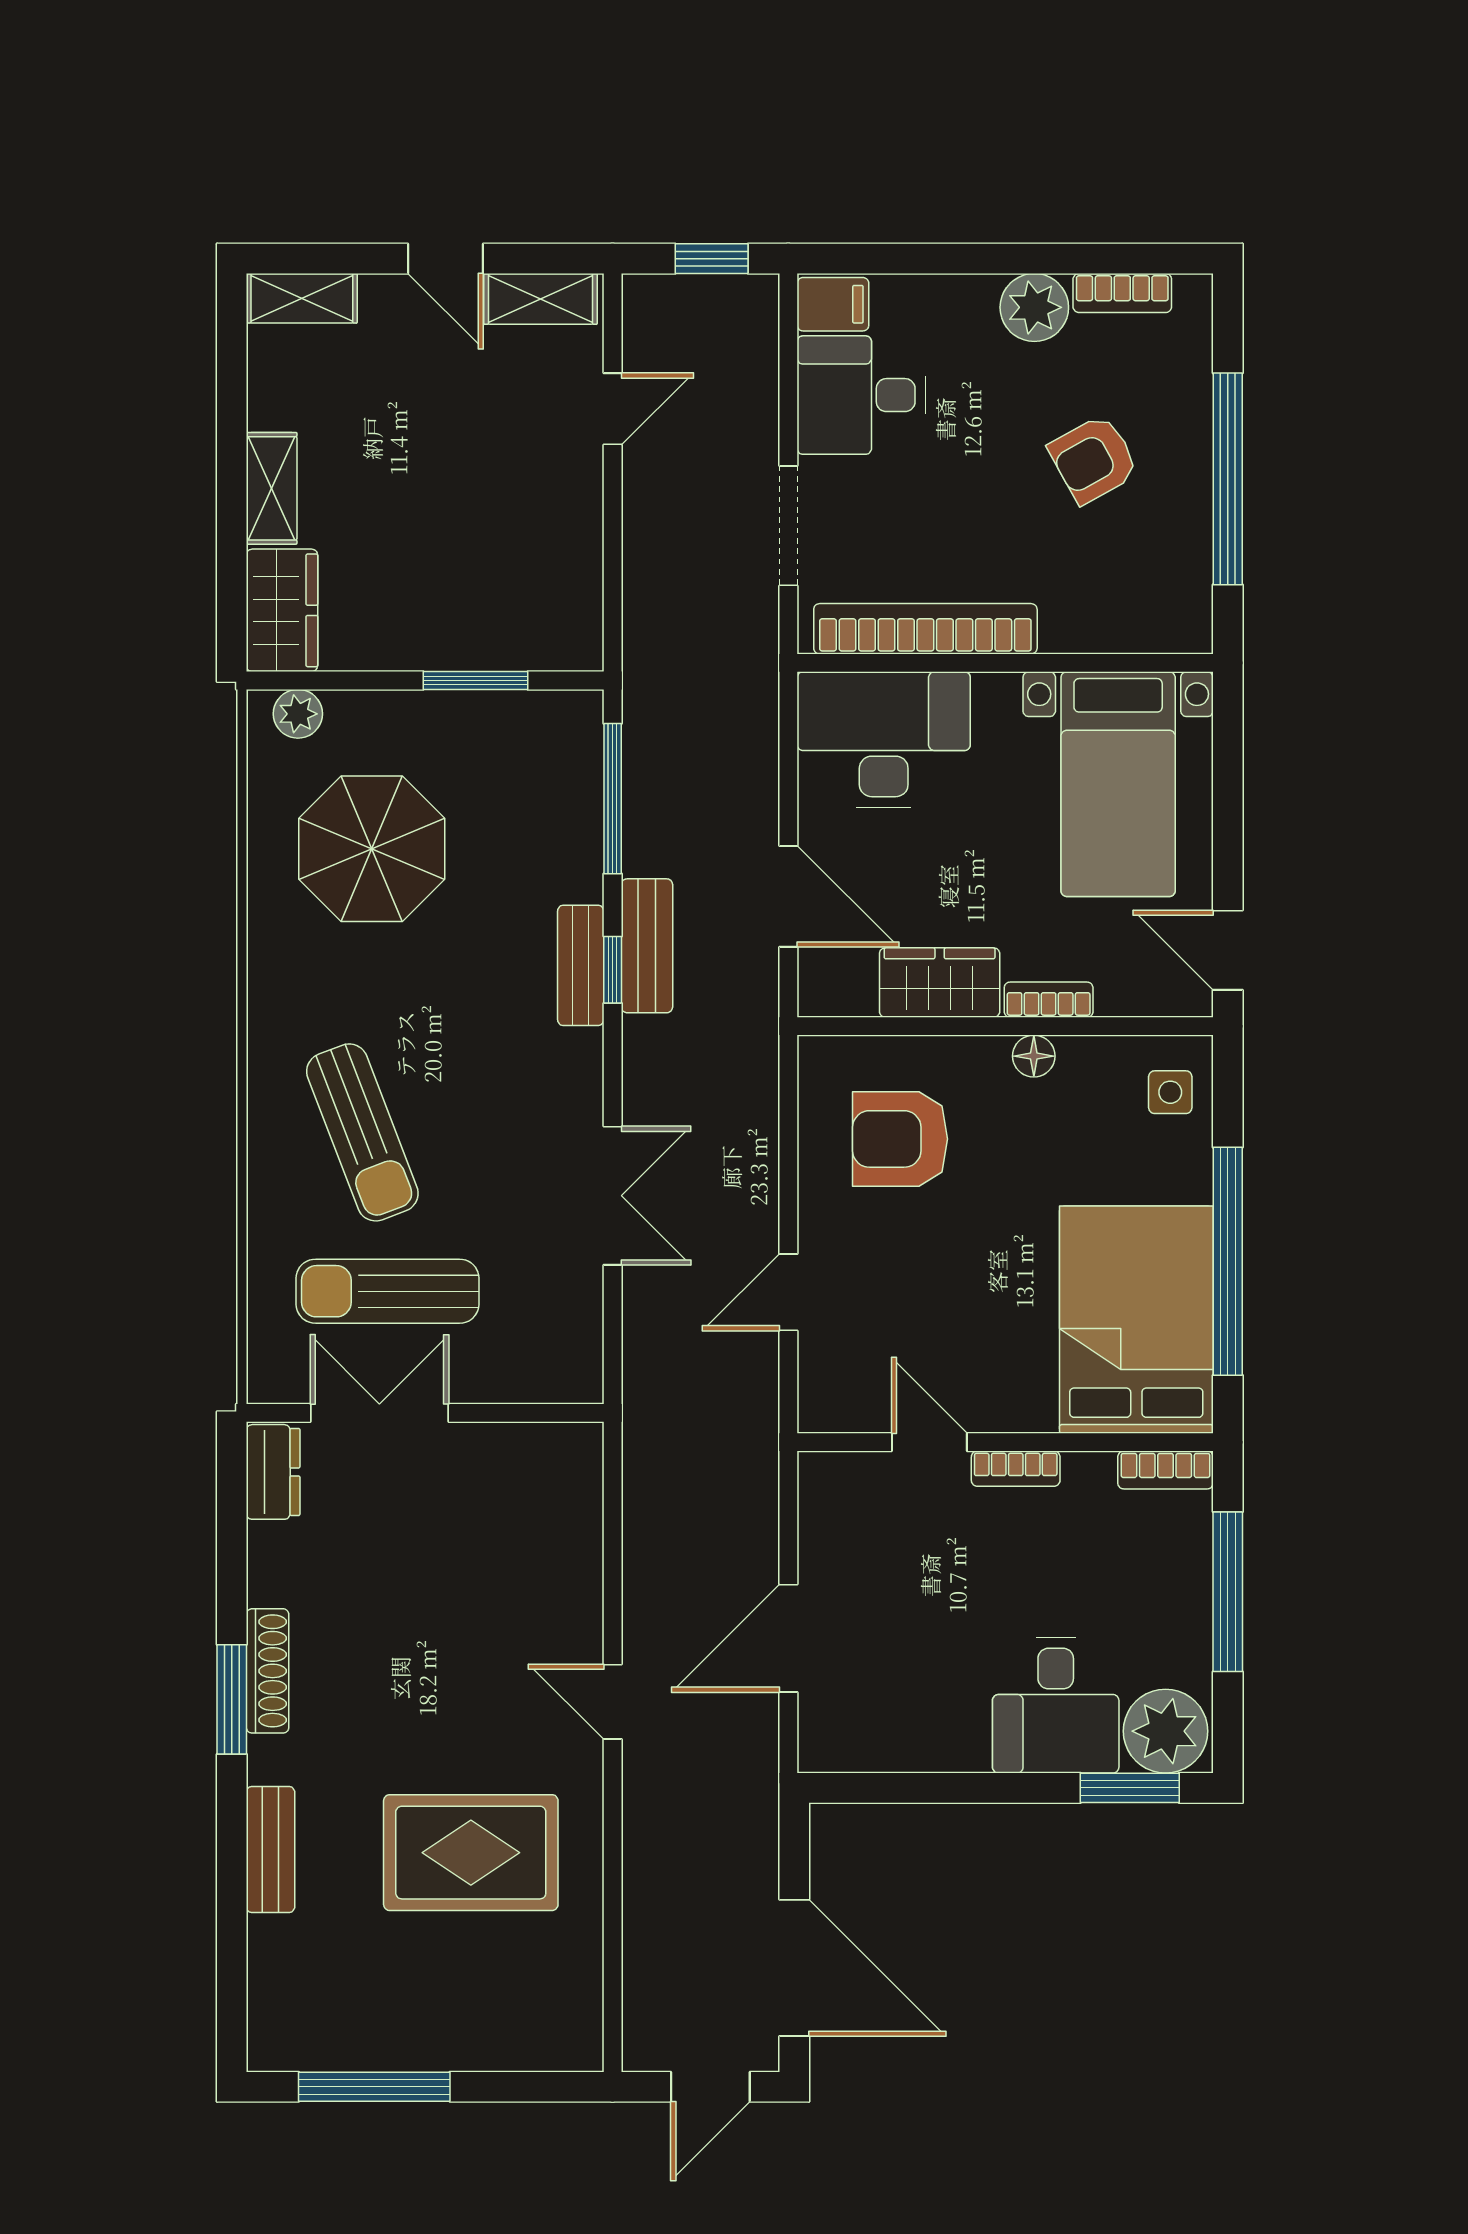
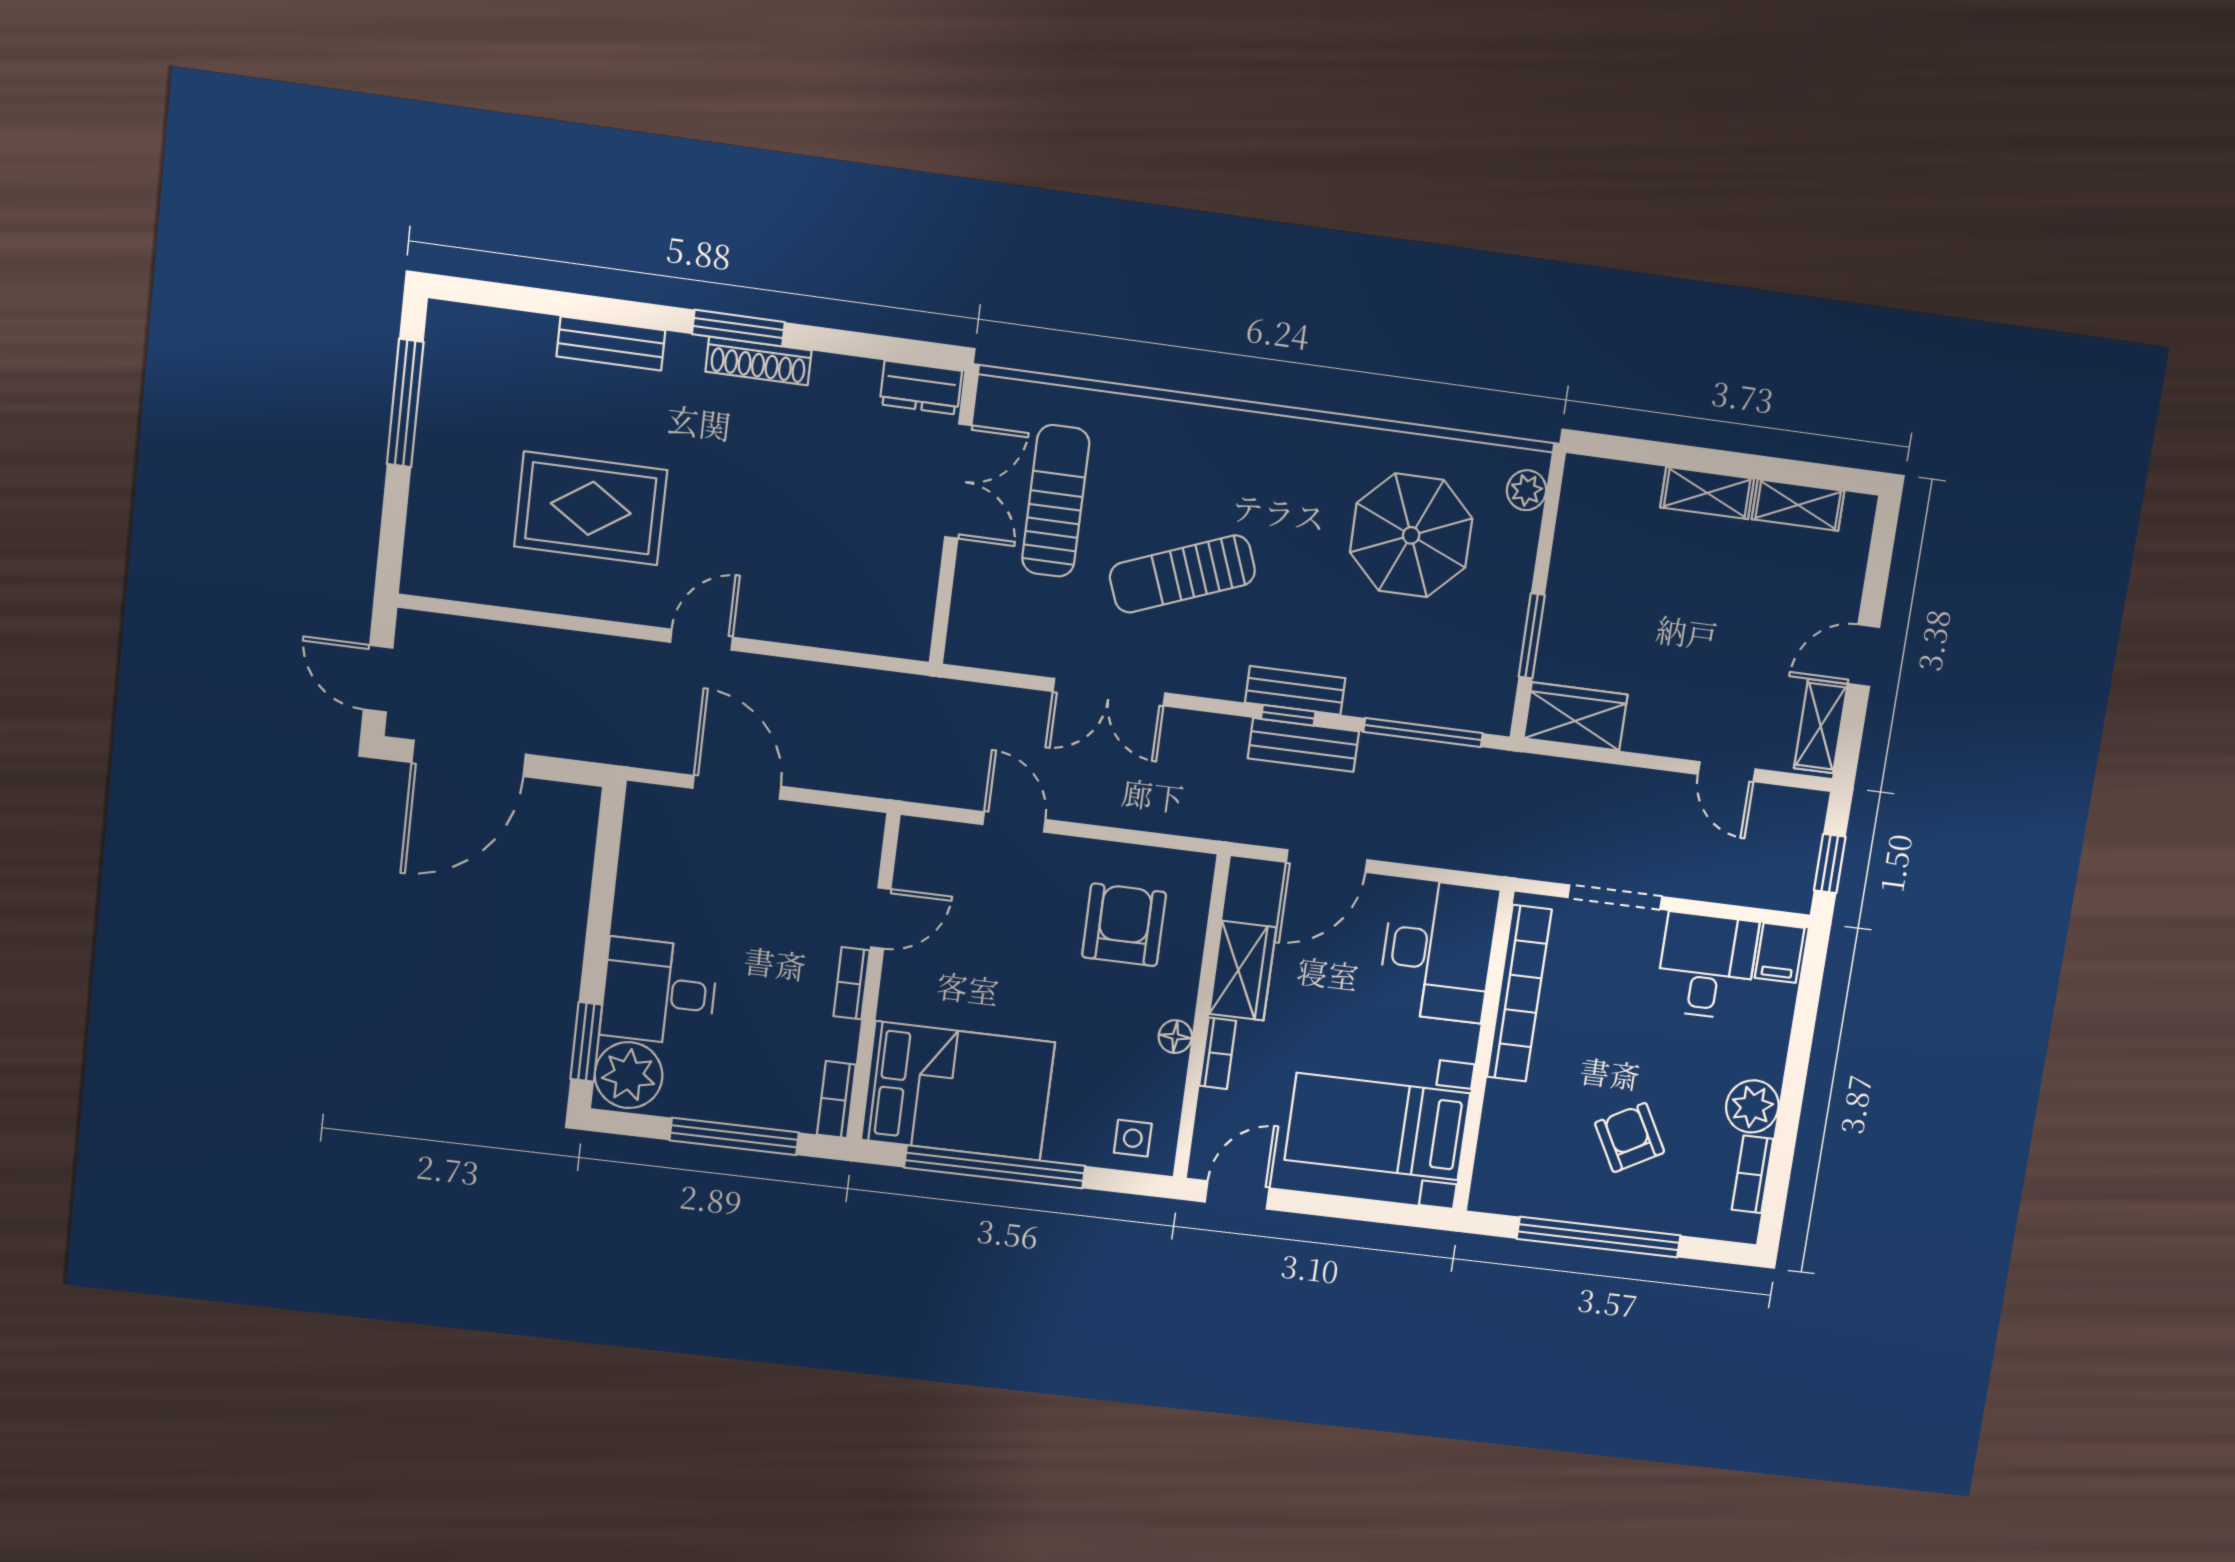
shelving: (302, 298) -> (1798, 505), moved, turned 90
wardrobe: (282, 610) -> (1576, 717), moved, turned 180
sun lounger: (362, 1132) -> (1182, 574), moved
rug: (471, 1853) -> (591, 508), turned 90

